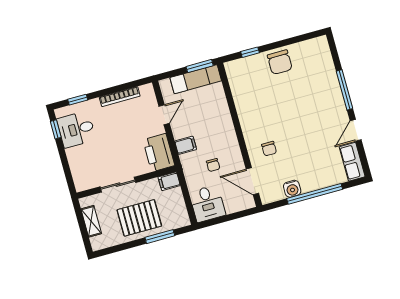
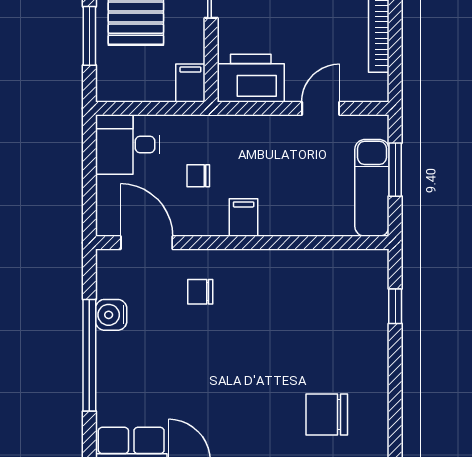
chair: (280, 62) -> (327, 414), moved
window: (200, 66) -> (395, 170), moved
door: (164, 115) -> (321, 108), swing flipped
filing cabinet: (186, 145) -> (244, 218), moved, turned 180
door: (252, 181) -> (147, 243), hinge flipped

